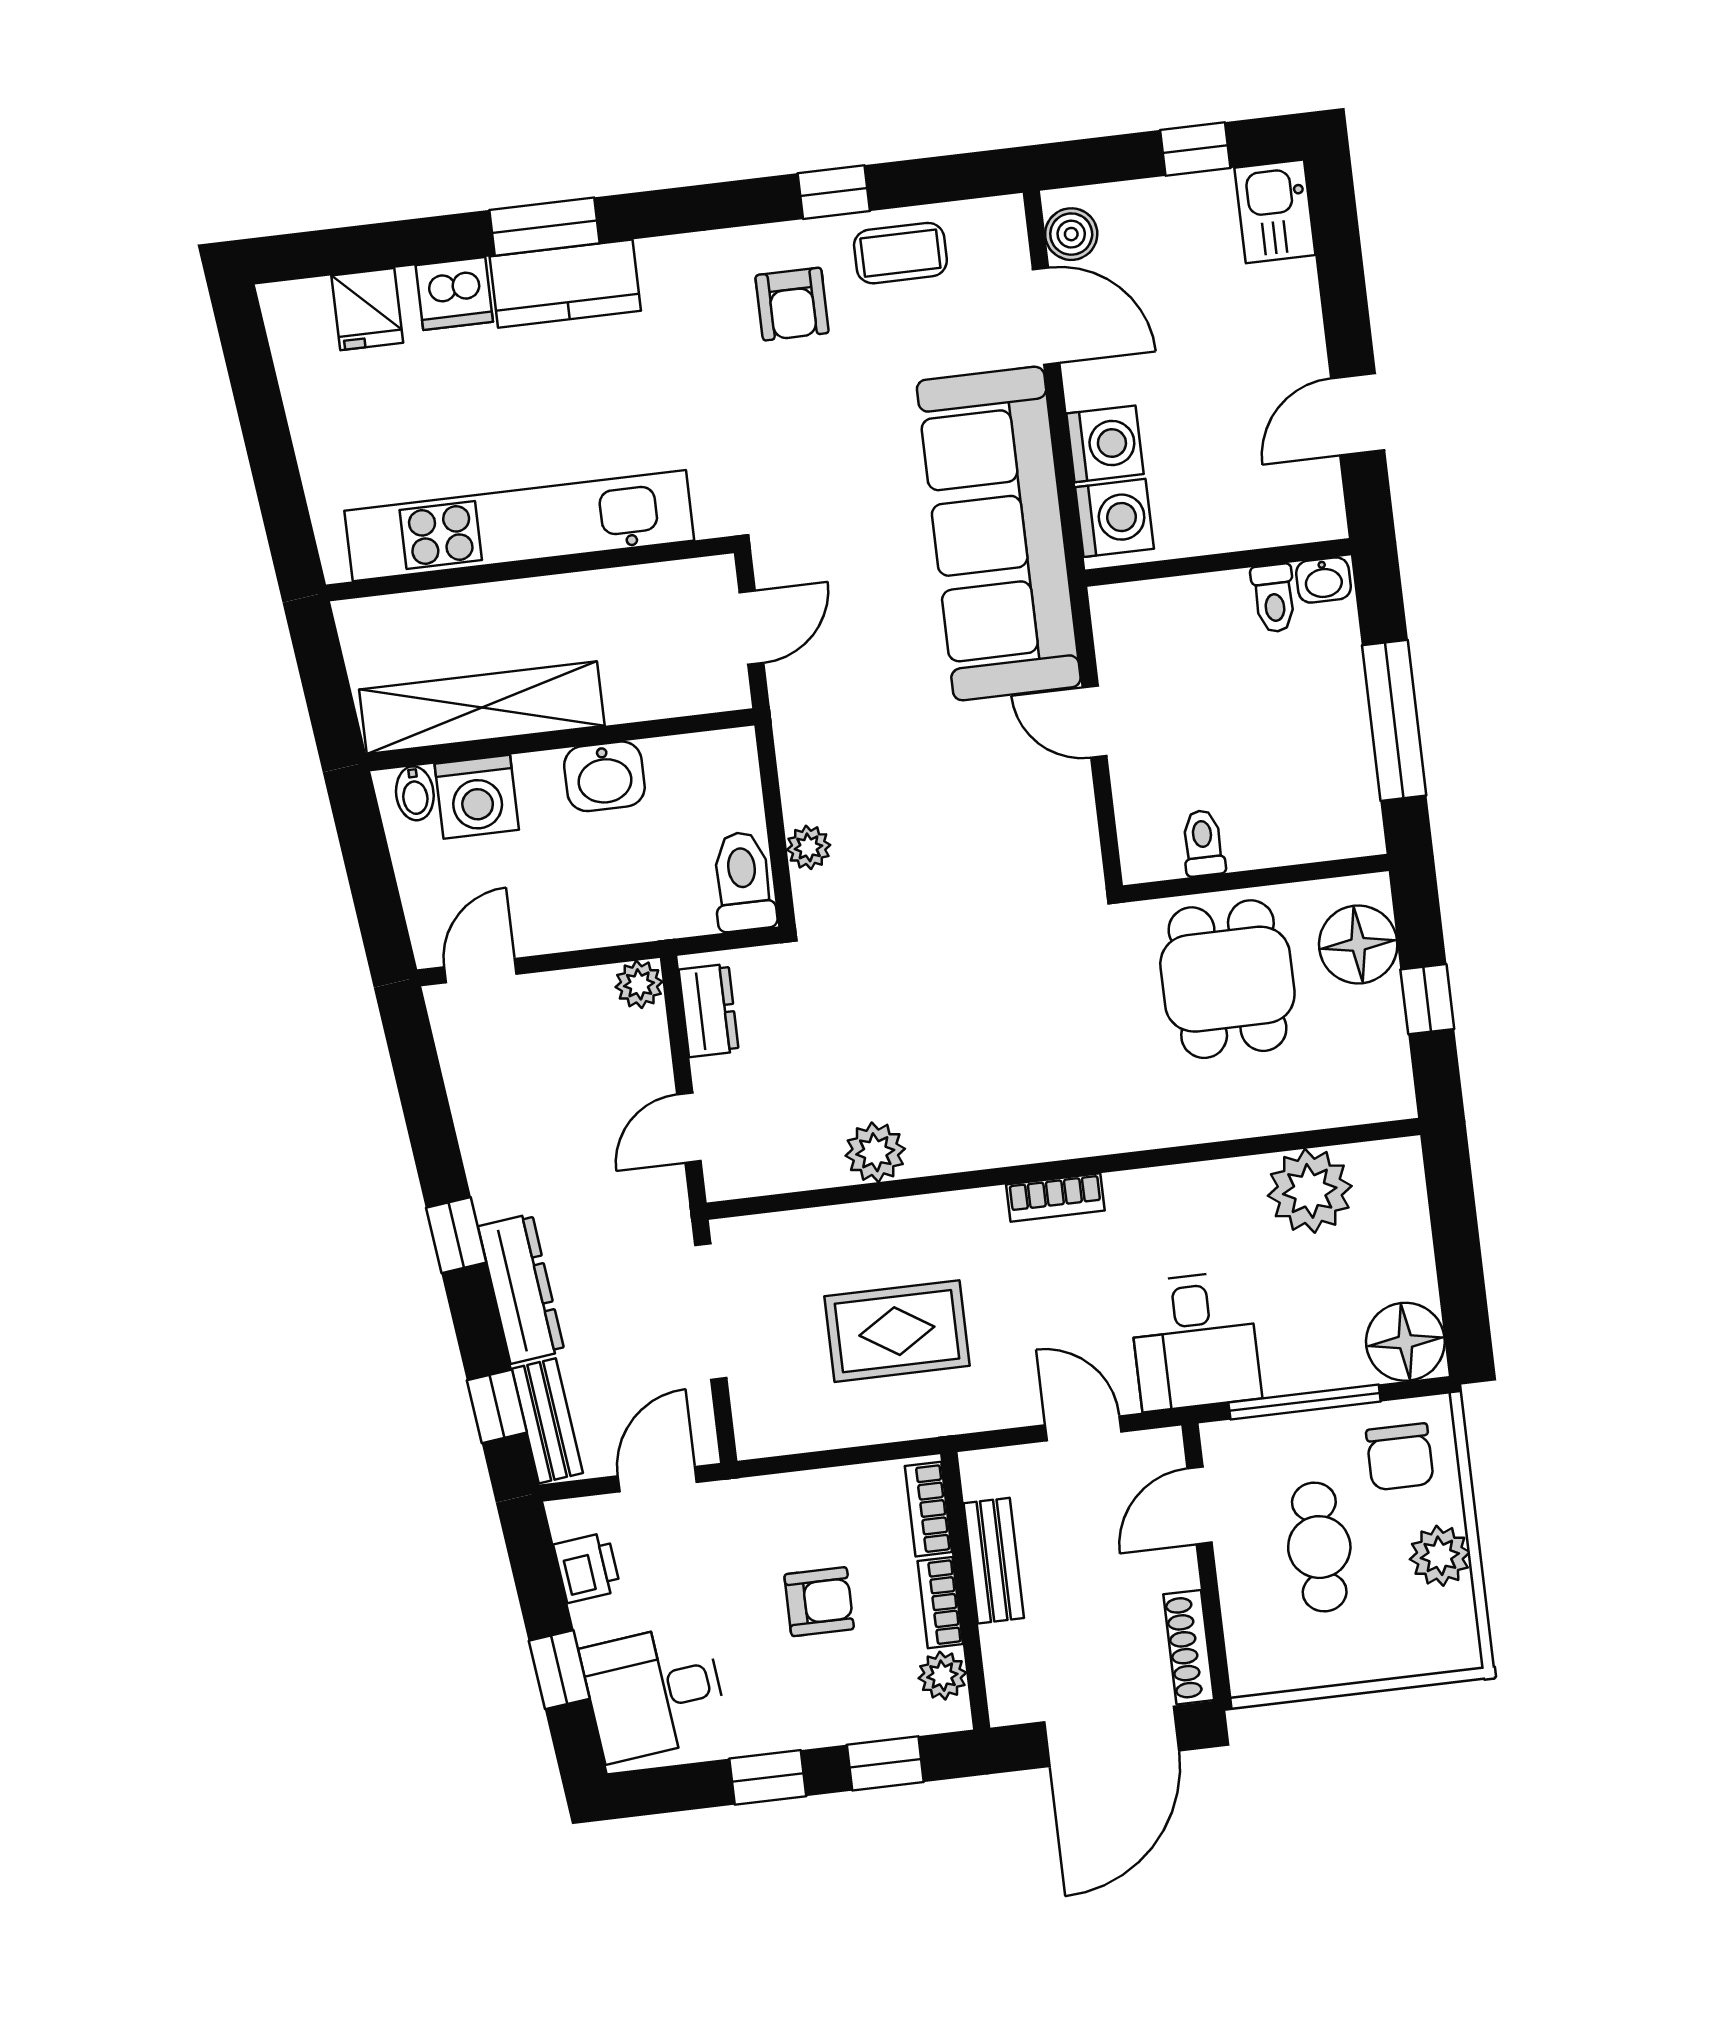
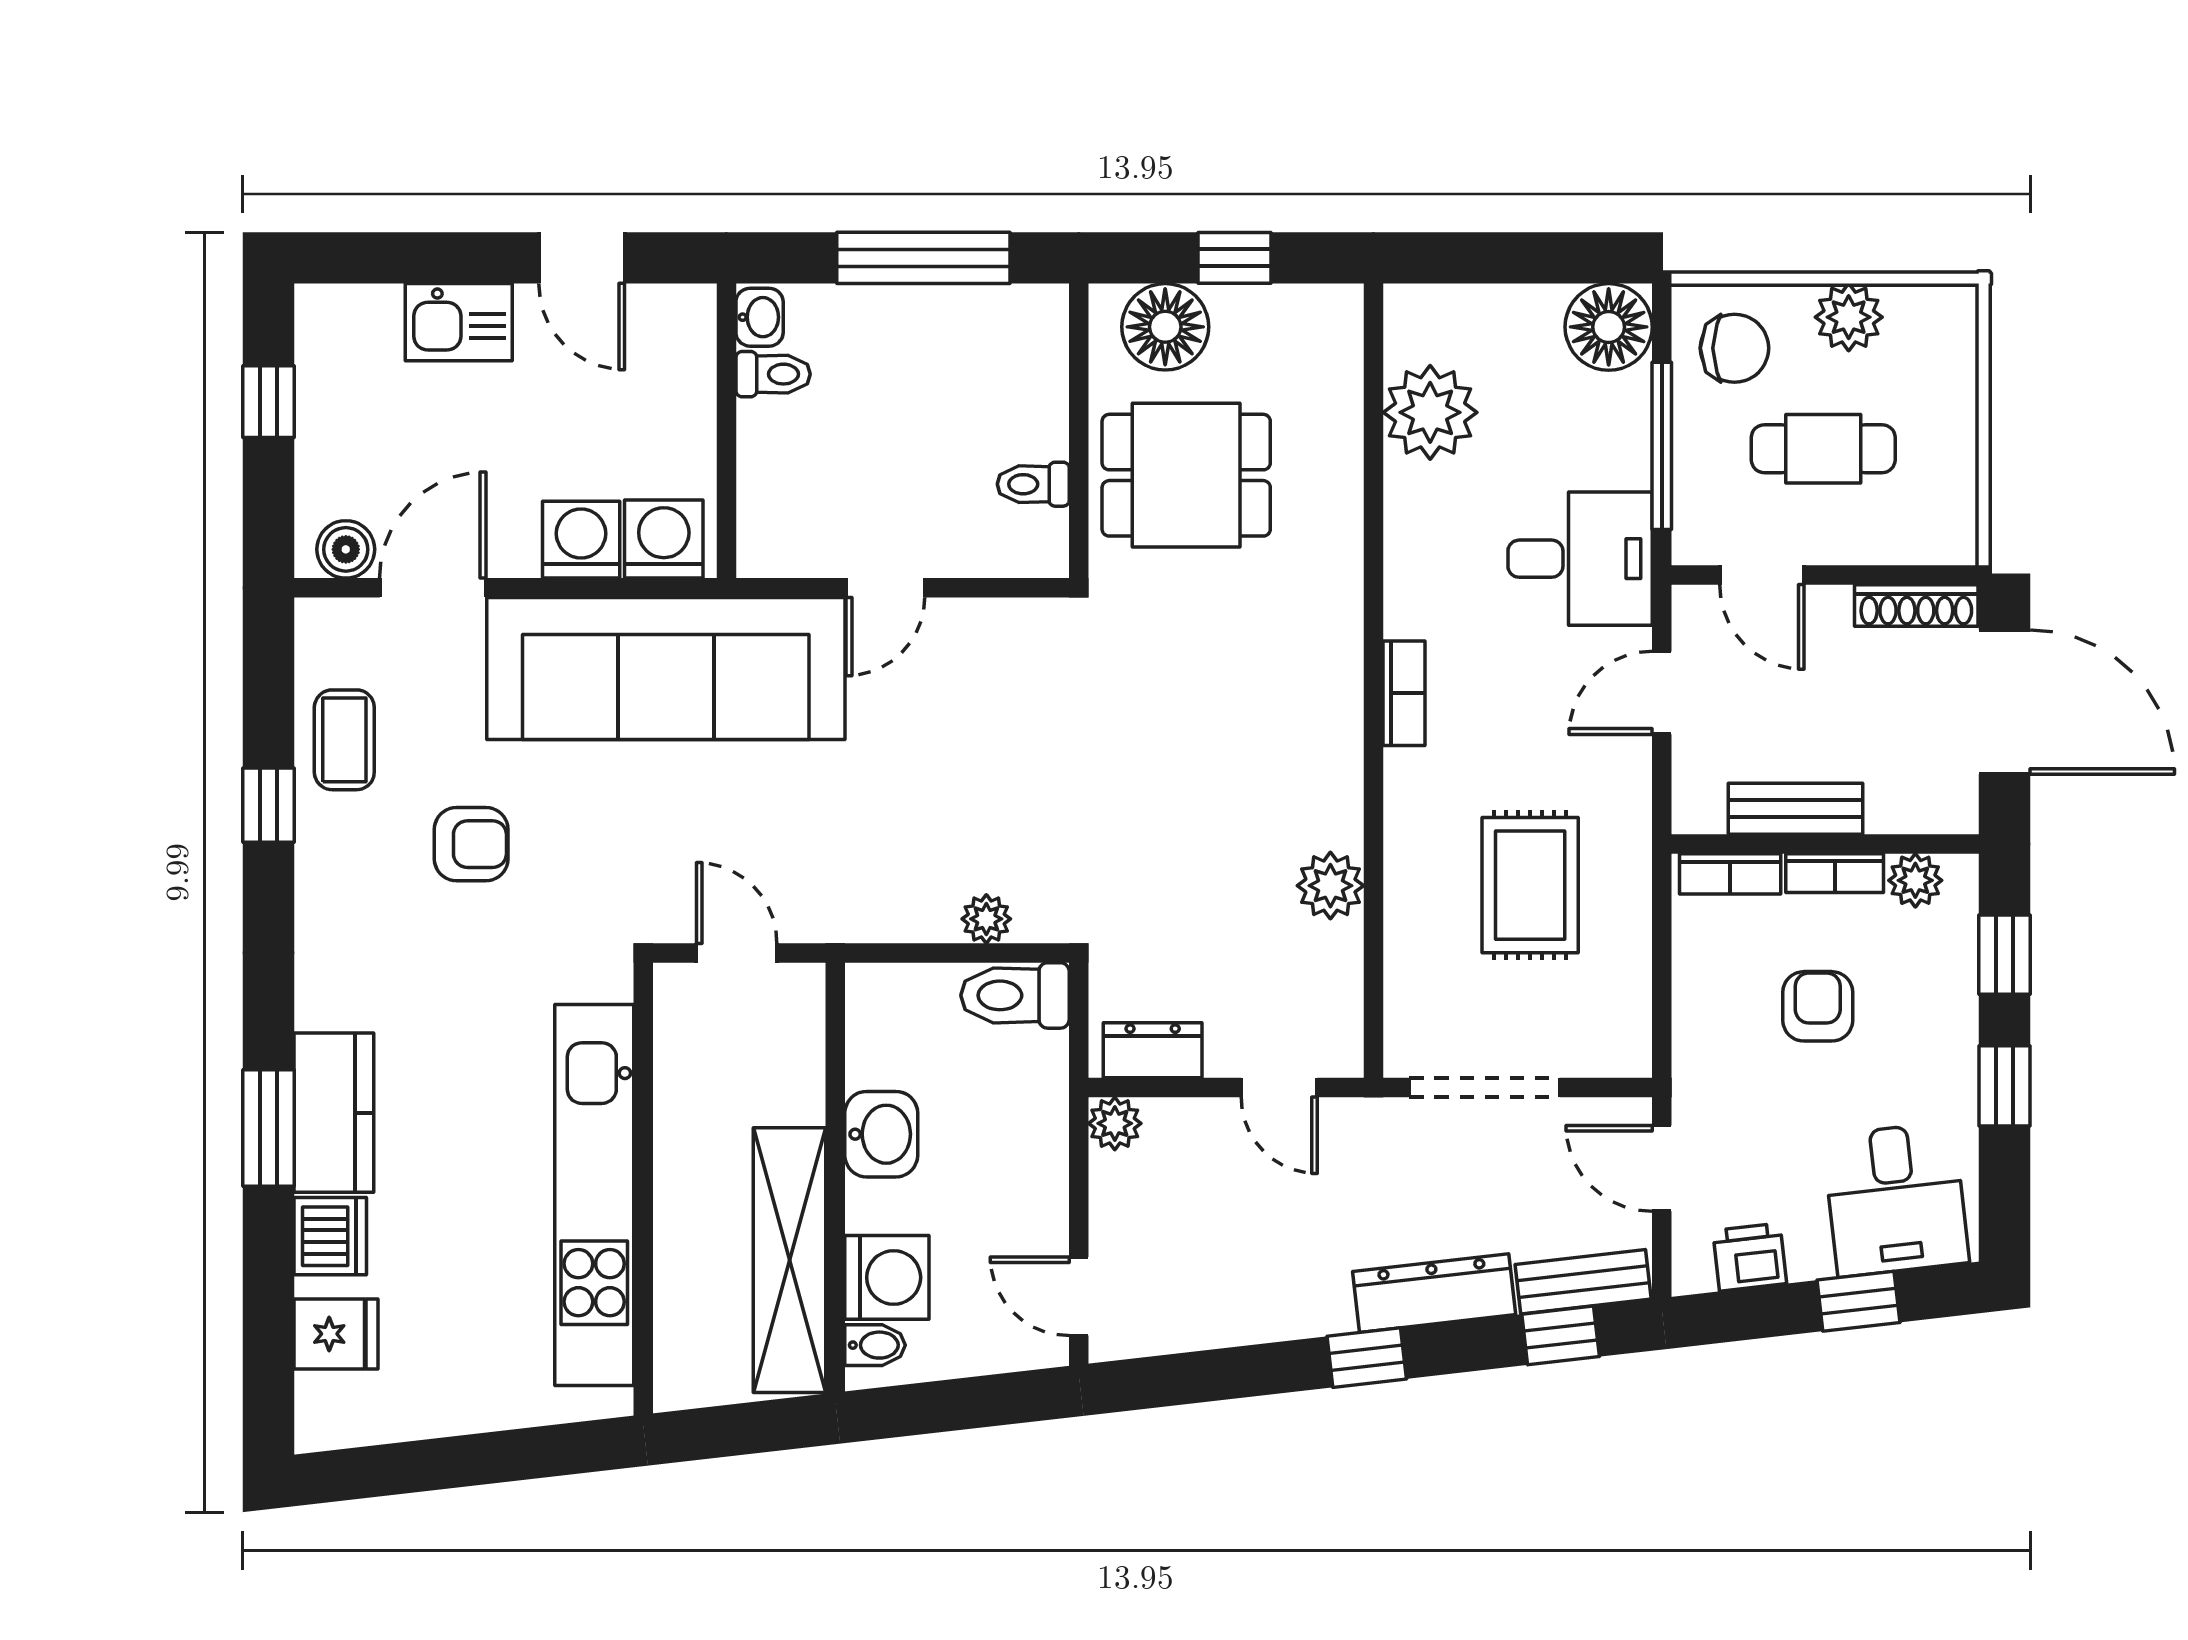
kitchen sink: (1275, 211) -> (459, 322), moved
armchair: (792, 304) -> (471, 844), moved

